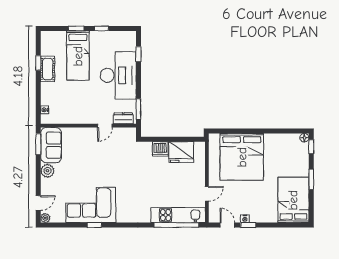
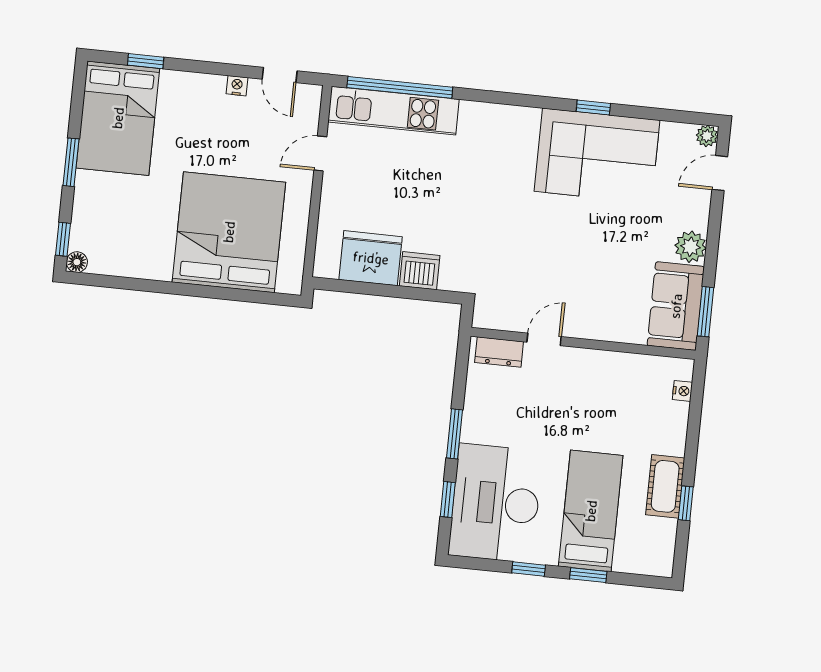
desk: (118, 75) -> (496, 503), moved
window: (138, 109) -> (454, 434), moved
window: (248, 225) -> (146, 61), moved

